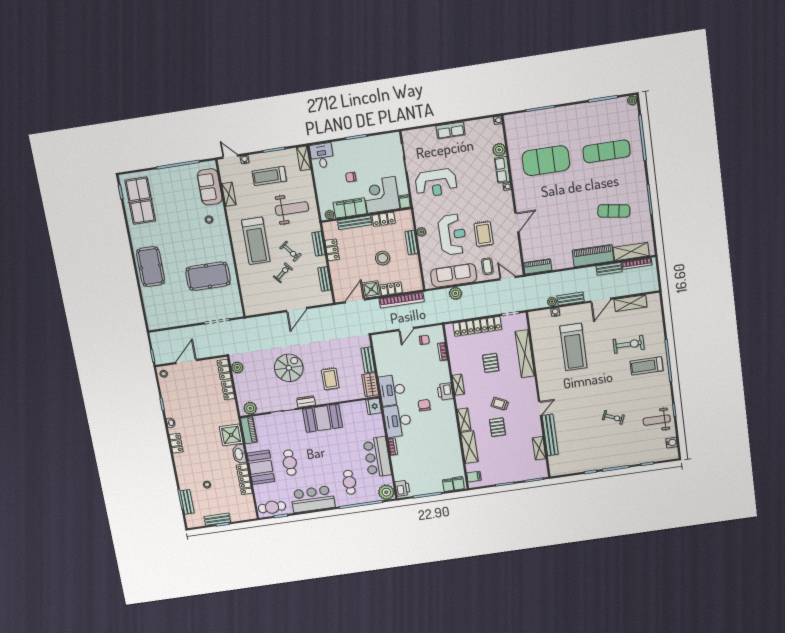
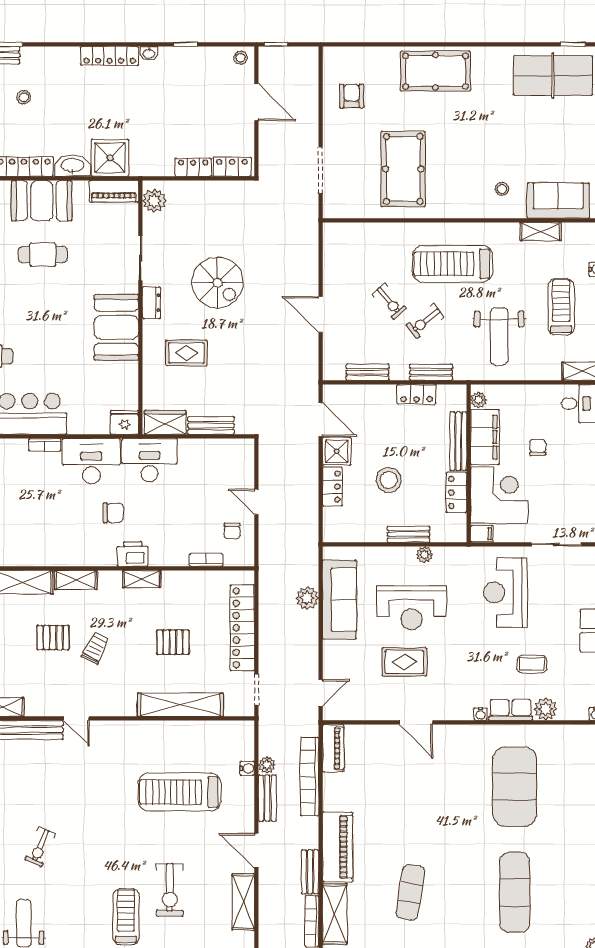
coffee table: (487, 266) -> (532, 664), moved
bookcase: (402, 300) -> (310, 777), moved
armchair: (173, 311) -> (352, 96), added
plant: (237, 367) -> (232, 191), removed
locker: (176, 443) -> (110, 56), width x1.53

